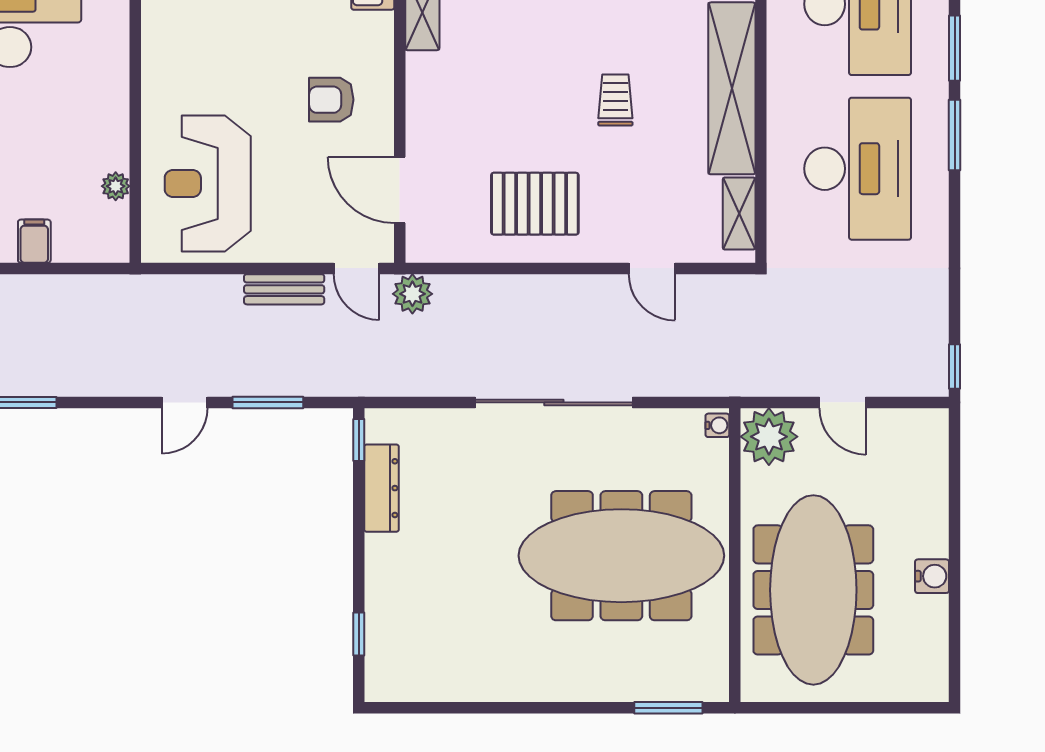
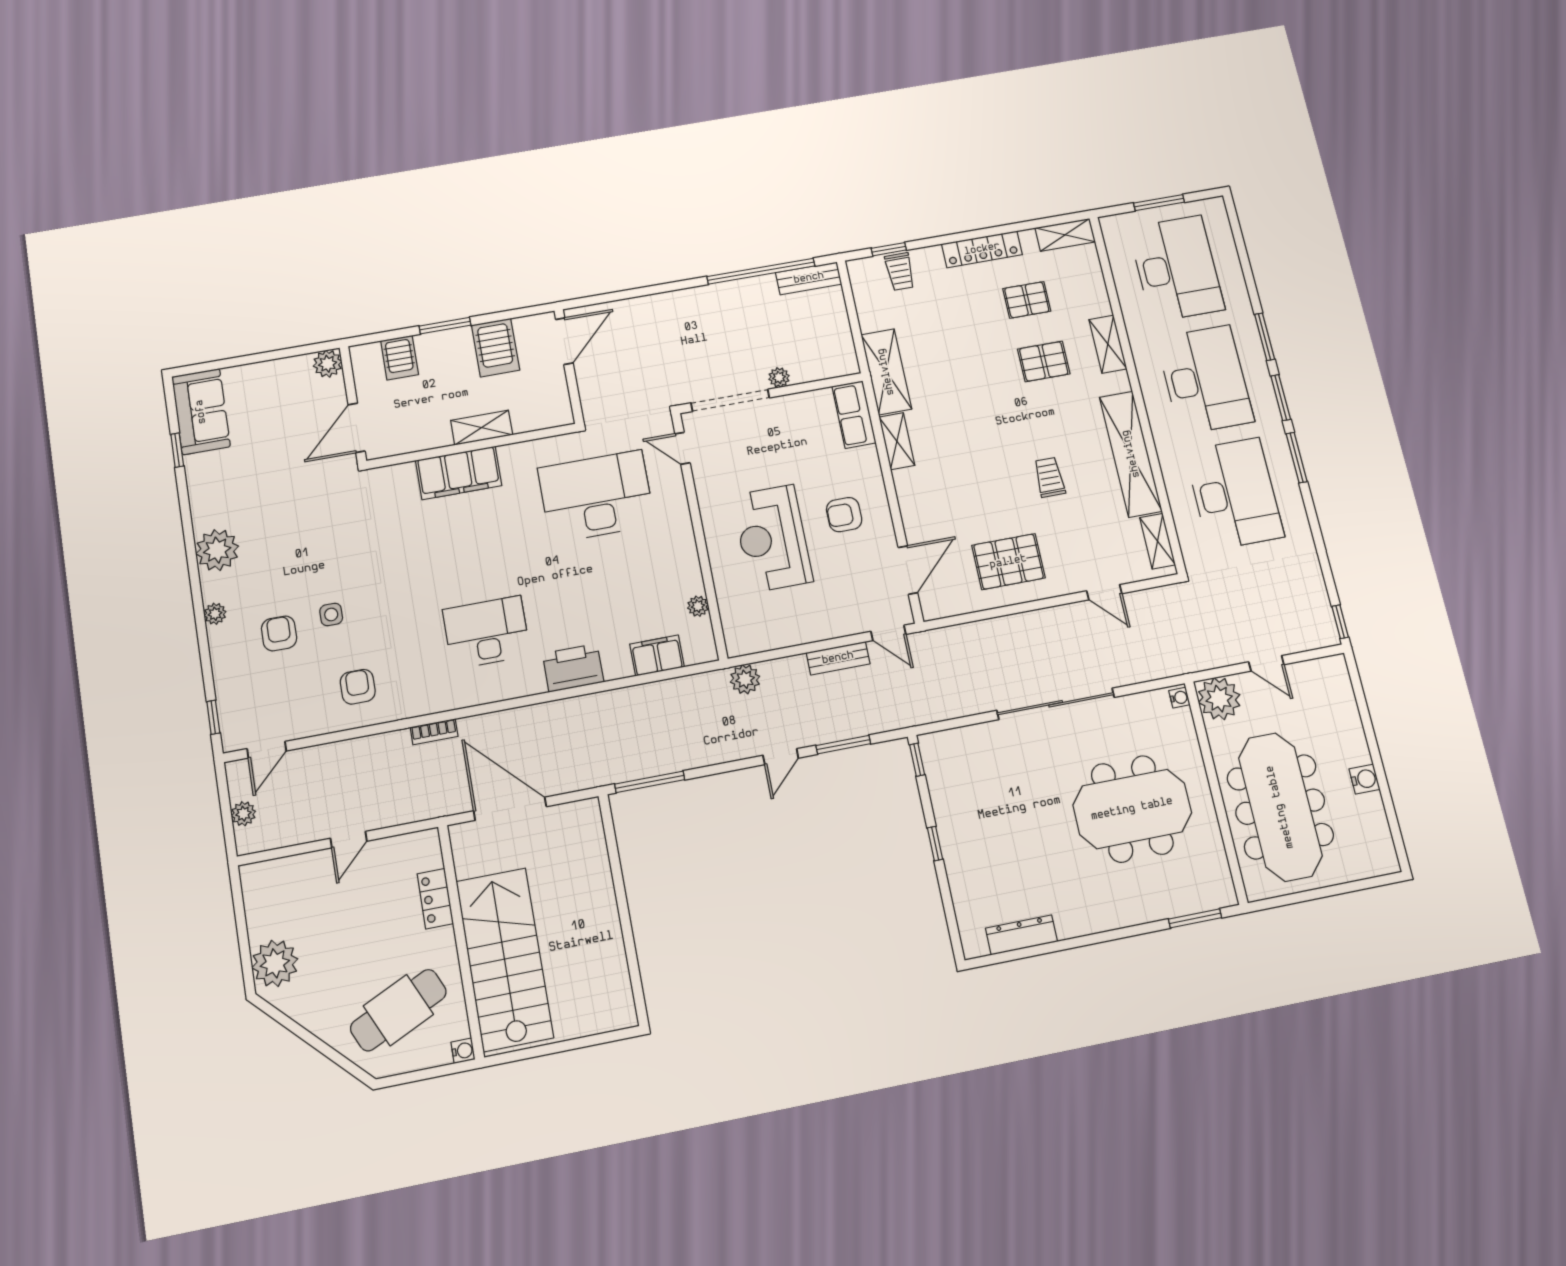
reception desk: (208, 183) -> (772, 538), moved
door: (400, 190) -> (908, 570), swing flipped
filing cabinet: (34, 241) -> (657, 656), width x2.00
plant: (412, 294) -> (745, 679), moved
dresser: (381, 488) -> (1021, 935), moved, turned -90
meeting table: (621, 556) -> (1132, 809), width x0.73
window: (359, 634) -> (935, 844), moved

